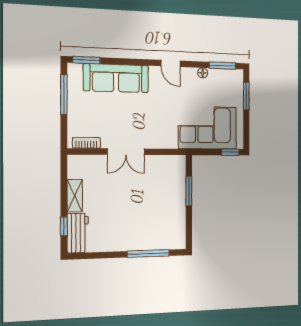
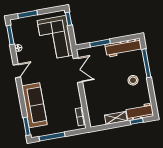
double door: (126, 152) -> (78, 70), moved
workbench: (176, 224) -> (123, 48), added
stool: (127, 230) -> (133, 80), added

